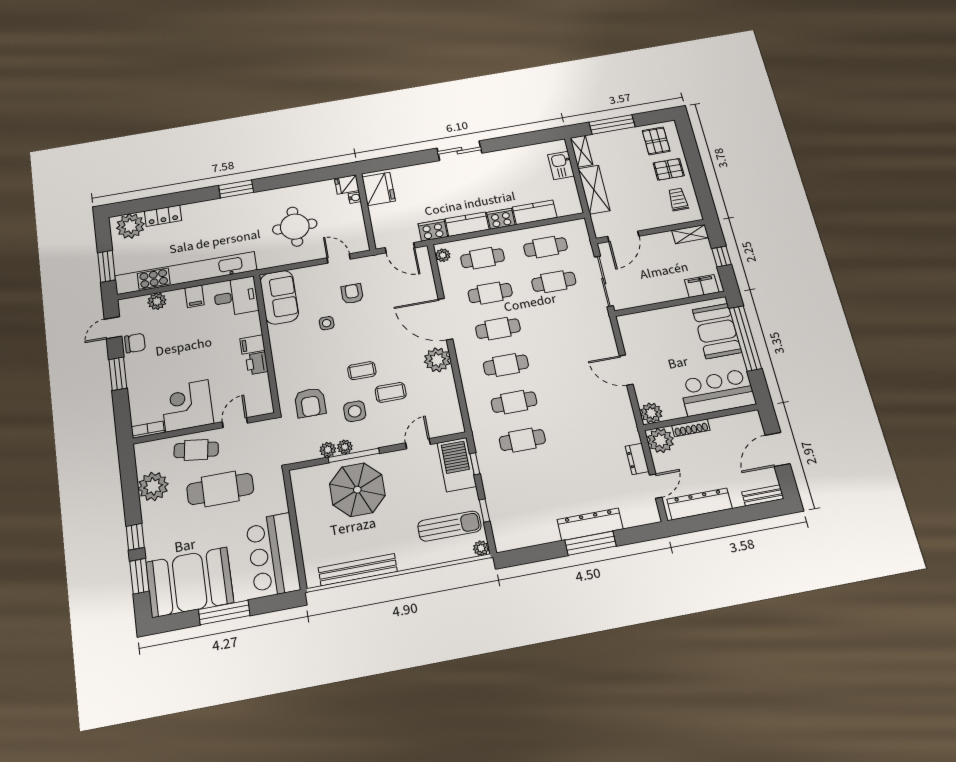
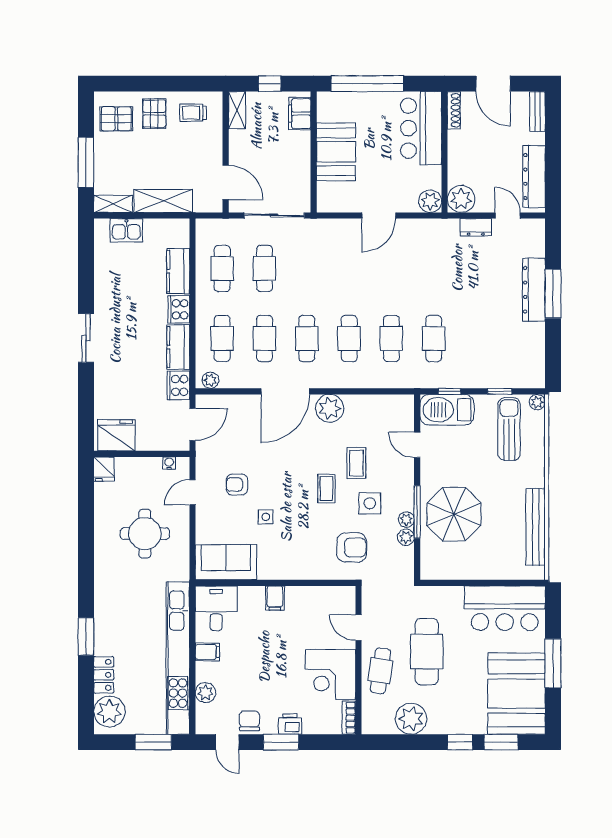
window: (236, 189) -> (86, 637), moved
water cooler: (355, 198) -> (169, 463), moved
booth: (717, 331) -> (336, 152), moved, turned 90
printer: (257, 363) -> (290, 724), moved, turned 180
shoe rack: (691, 428) -> (454, 110), moved

